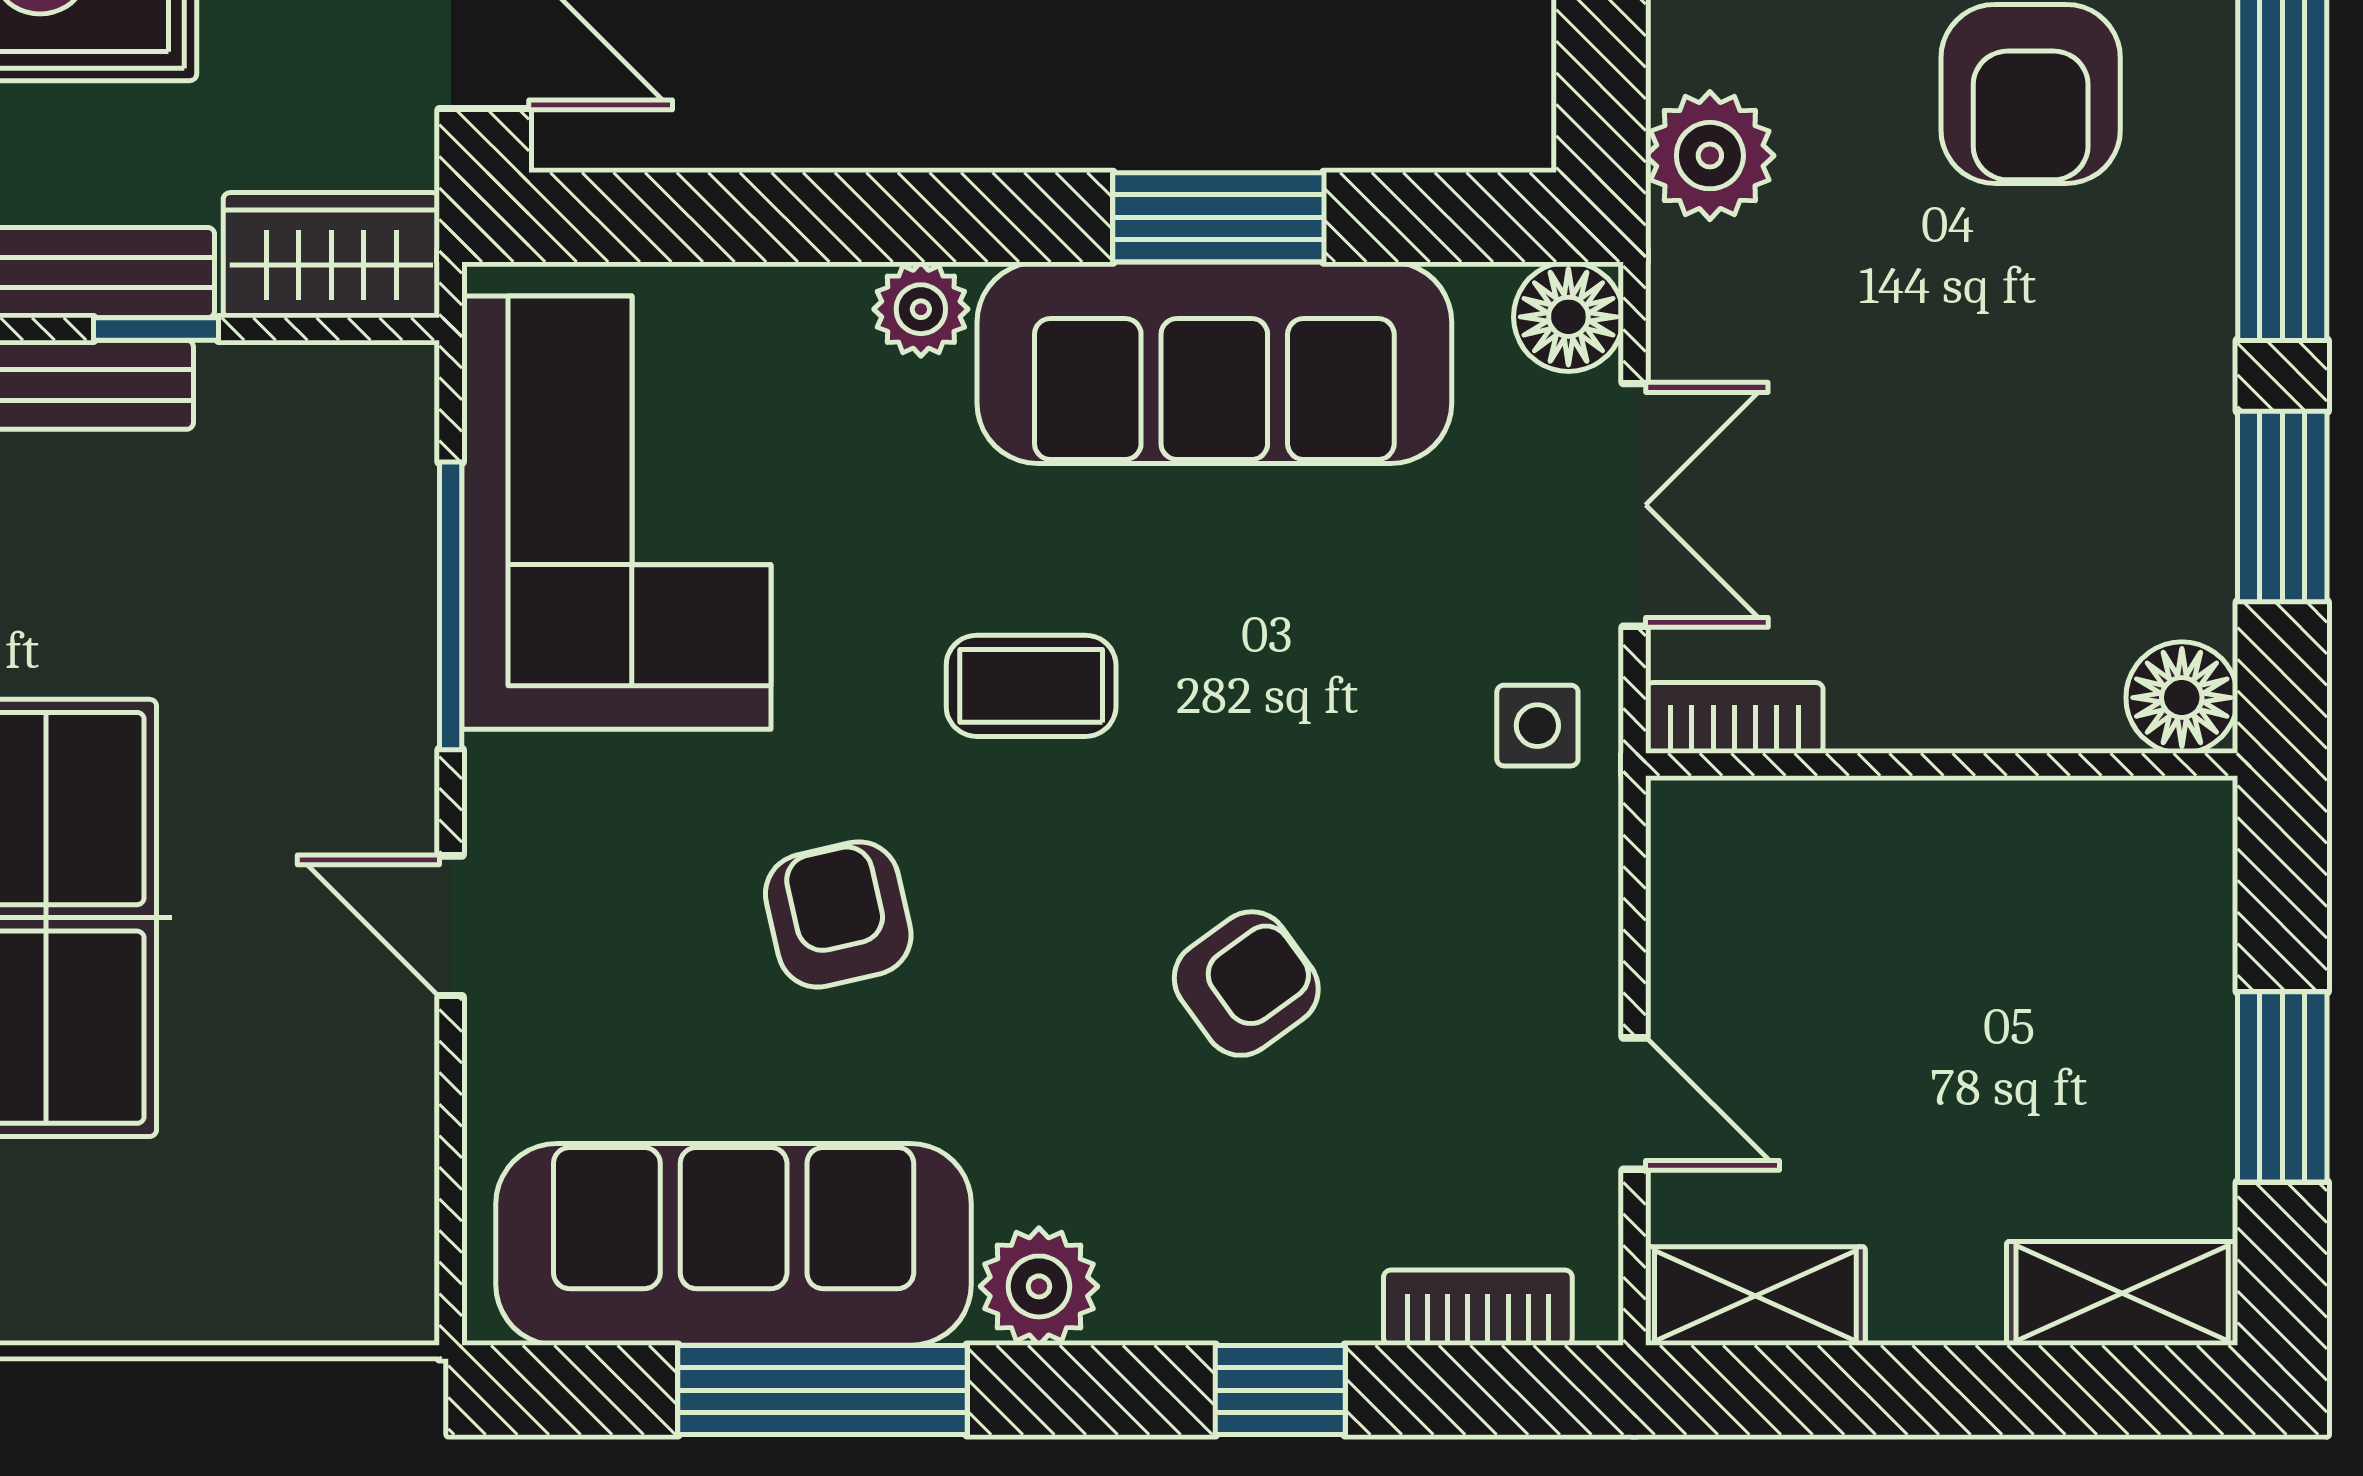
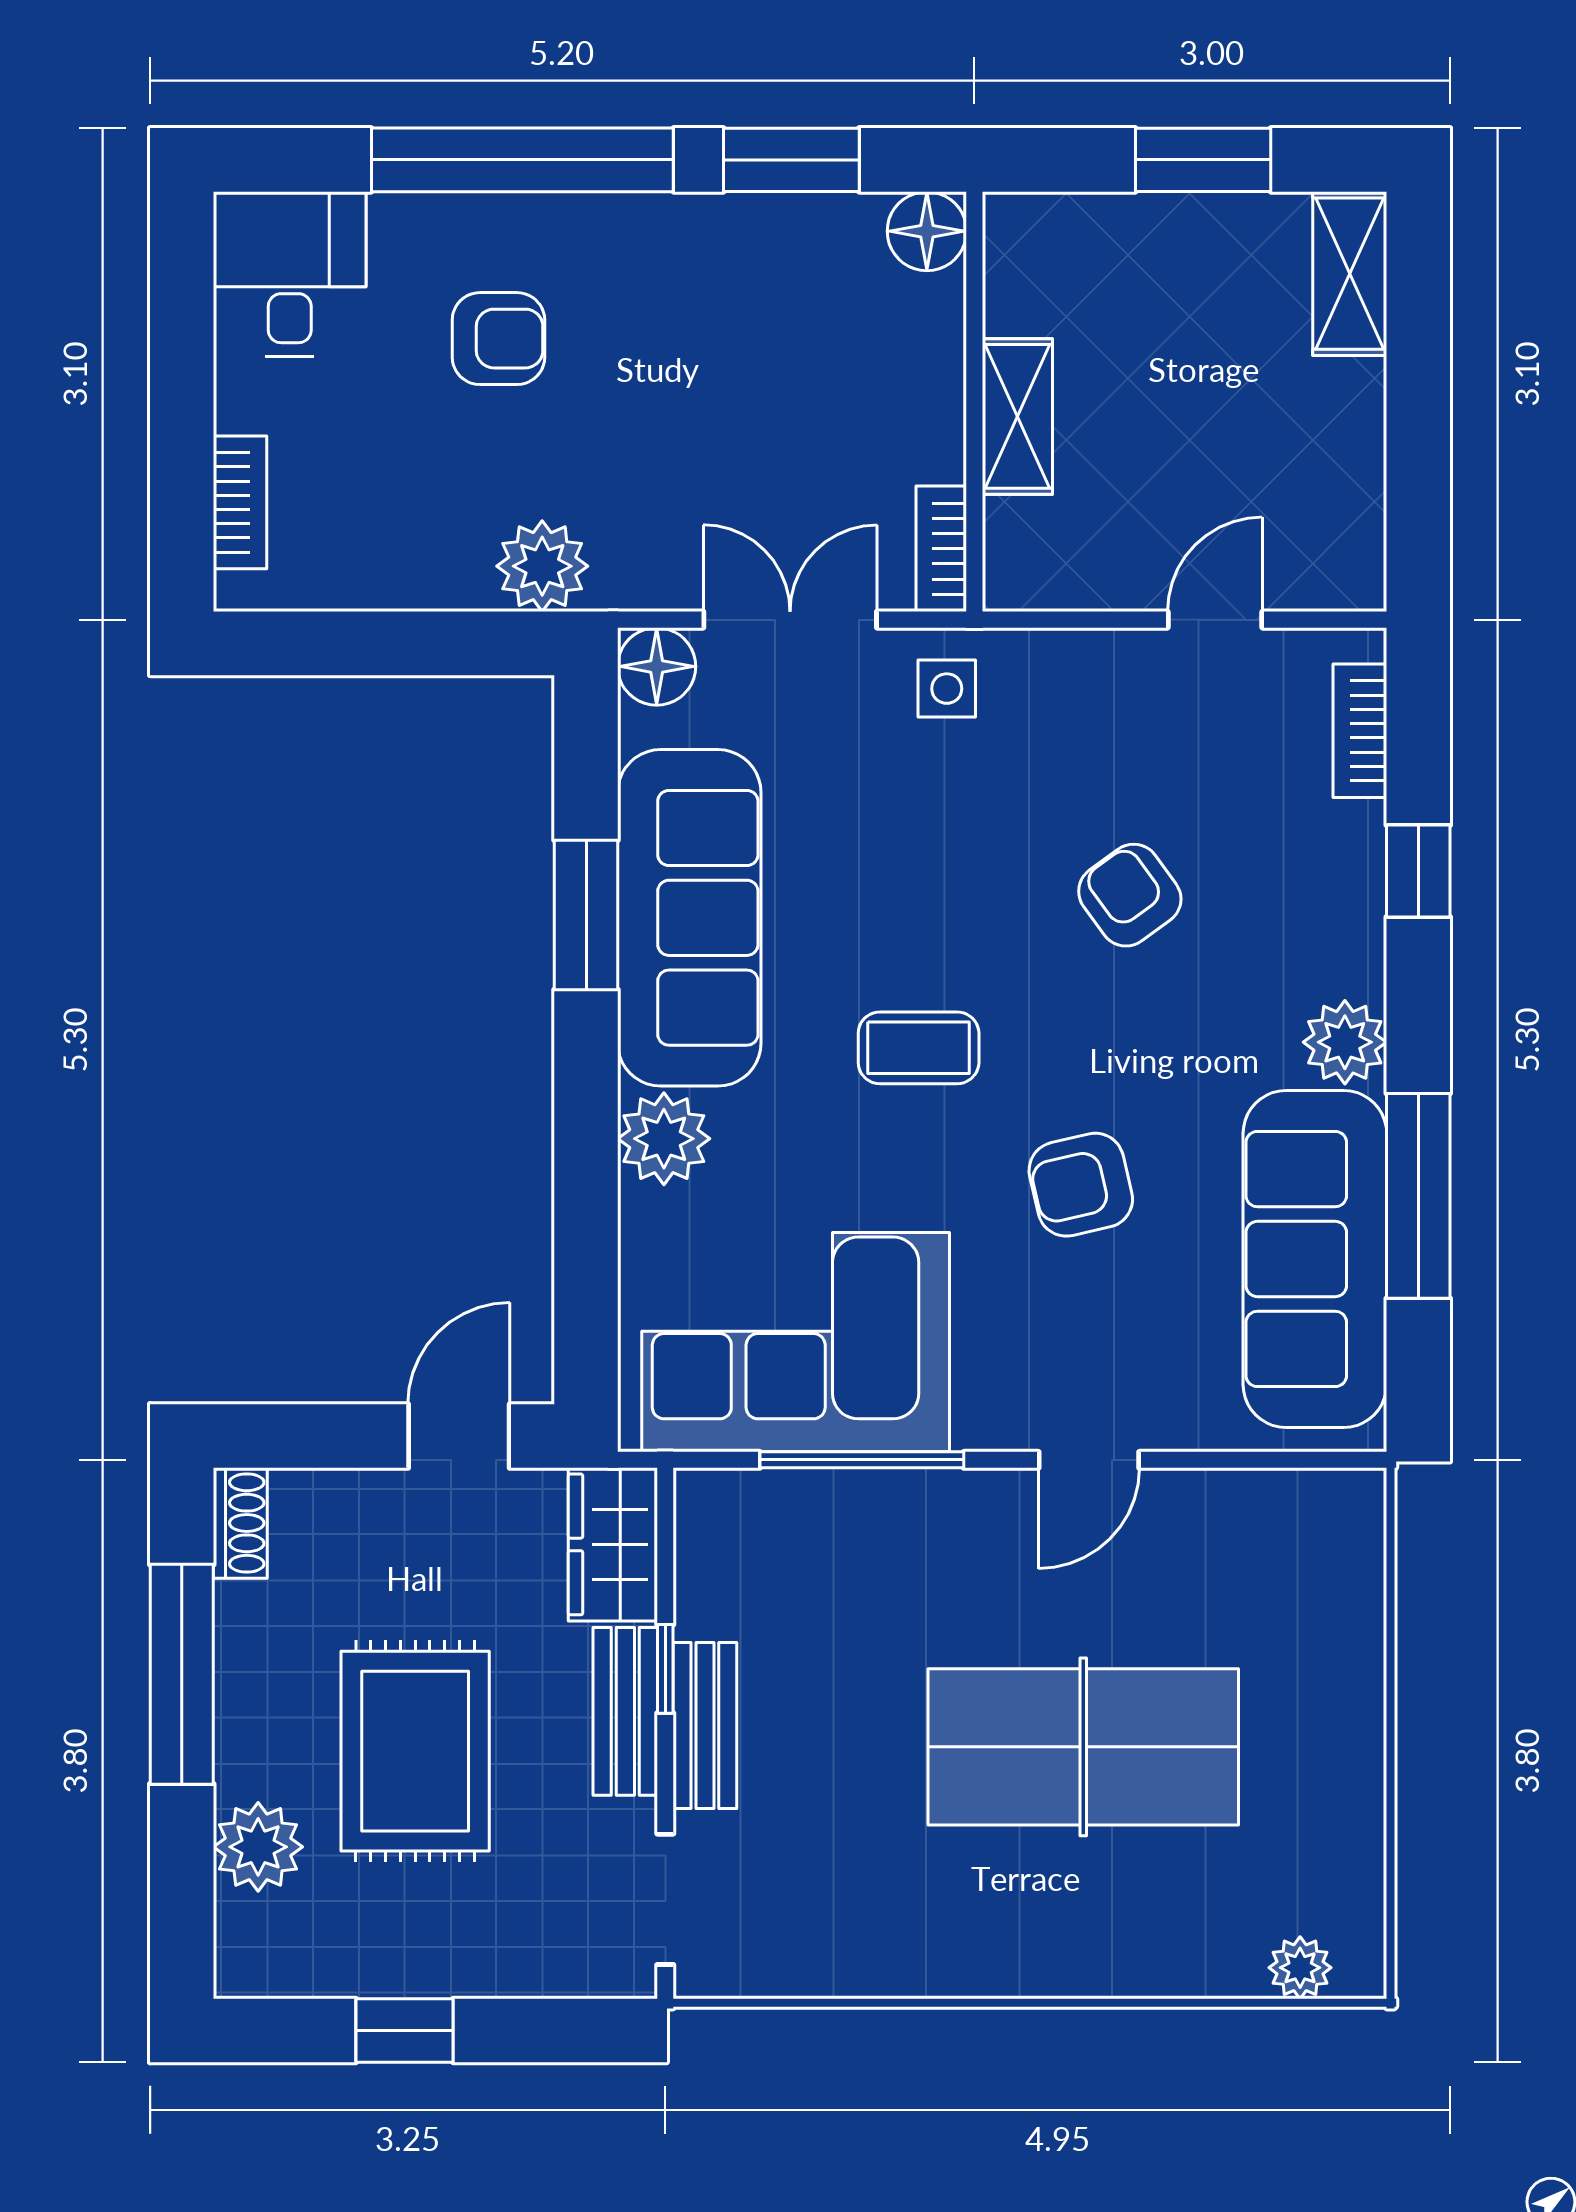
armchair: (2031, 94) -> (498, 339), width x0.72, depth x0.72
plant: (921, 309) -> (664, 1139), width x1.38, depth x1.38
coffee table: (1031, 686) -> (919, 1048), turned 90
shelving: (1755, 1296) -> (1017, 416), moved

